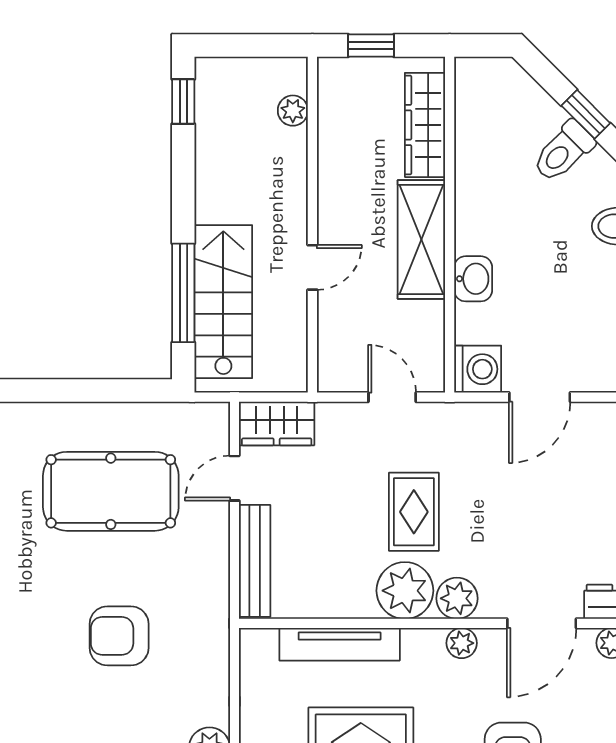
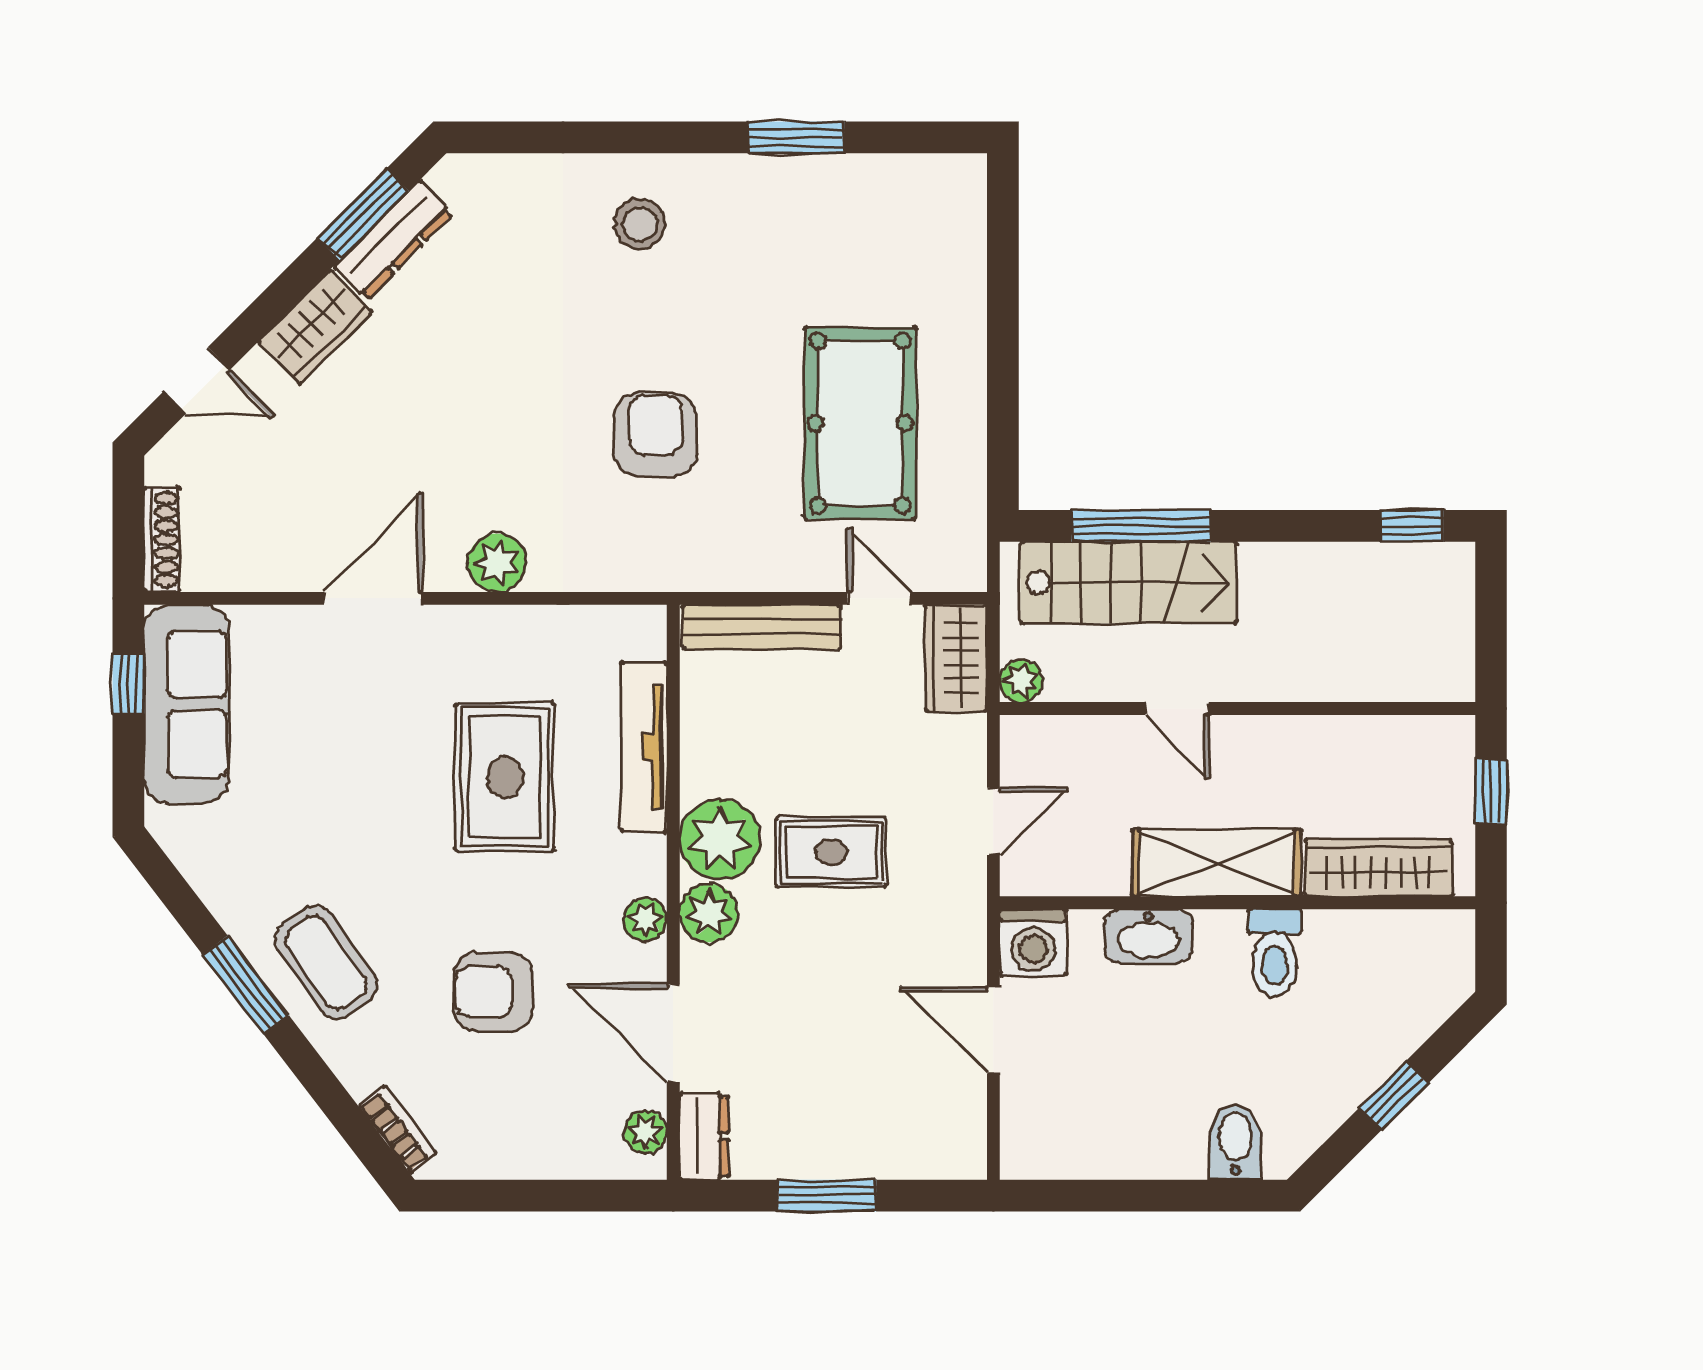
plant: (293, 111) -> (1021, 681), moved
toilet: (563, 151) -> (1275, 953), moved, turned -135
washbasin: (473, 279) -> (1149, 936), width x1.38

